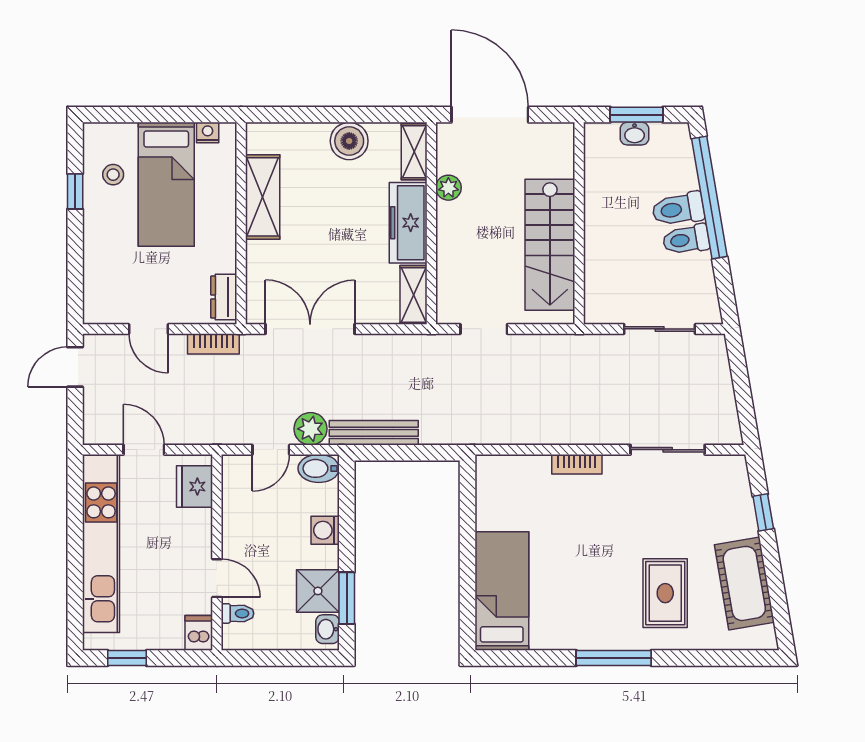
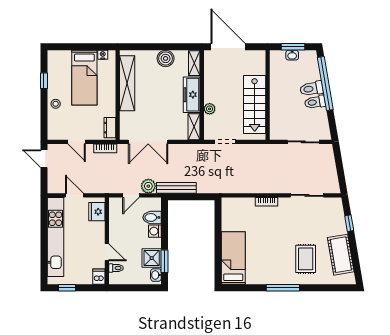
stool: (113, 175) -> (56, 104), moved
plant: (448, 188) -> (210, 109), moved
shelving: (263, 197) -> (127, 83), width x1.47
double door: (310, 329) -> (148, 142), swing flipped
door: (75, 367) -> (44, 159), hinge flipped
bidet: (319, 468) -> (152, 217), moved

